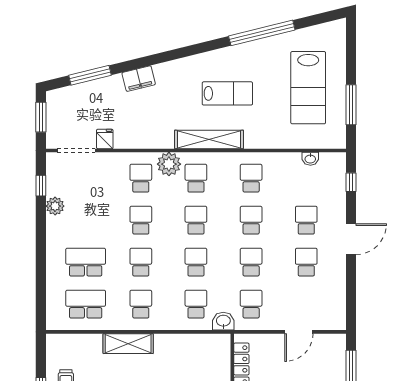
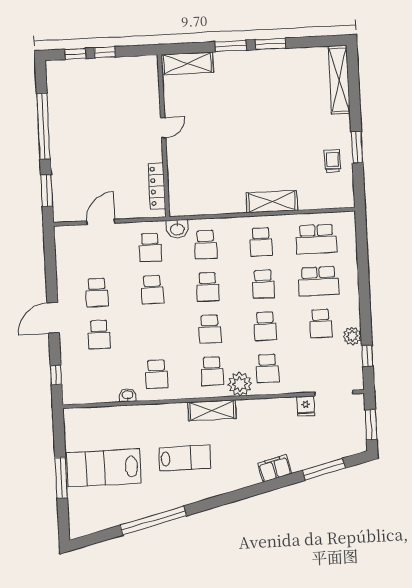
lab bench: (308, 88) -> (104, 468), turned -90
lab bench: (227, 93) -> (185, 458), turned 180
window: (351, 105) -> (61, 478), moved
shelving: (209, 139) -> (212, 410), width x0.68
washbasin: (310, 159) -> (128, 395), moved
school desk: (251, 220) -> (321, 323), moved

